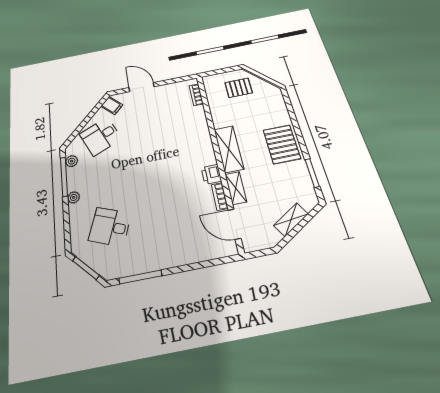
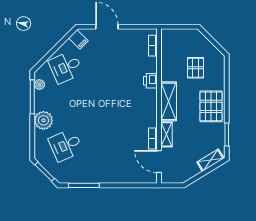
pallet: (239, 88) -> (196, 68), moved, turned 90
printer: (211, 174) -> (150, 81), moved
plant: (74, 197) -> (43, 120), width x1.88, depth x1.88
shelving: (291, 220) -> (210, 160), moved
desk: (110, 227) -> (66, 145), turned -45

